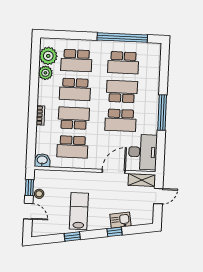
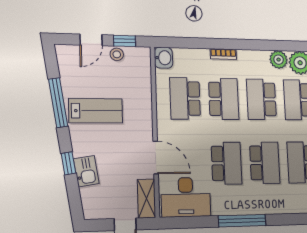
school desk: (121, 120) -> (227, 163), turned 180
window: (72, 236) -> (58, 103), width x2.17

